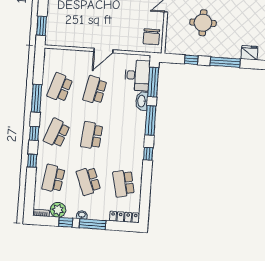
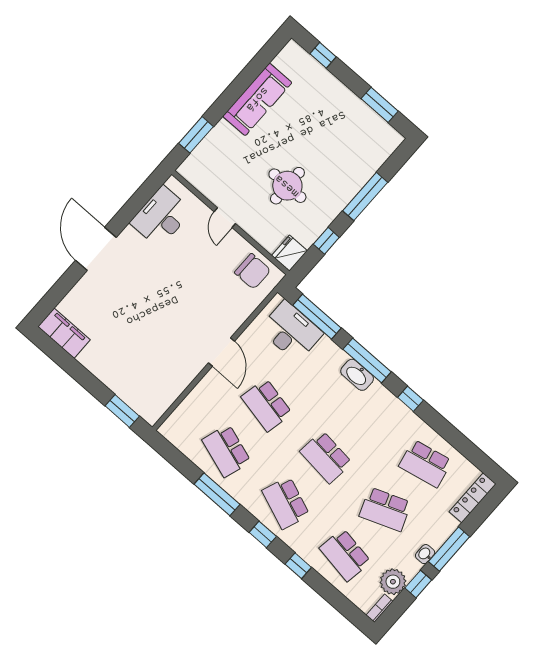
fridge: (249, 53) -> (290, 253), moved
washbasin: (142, 101) -> (357, 375), moved

